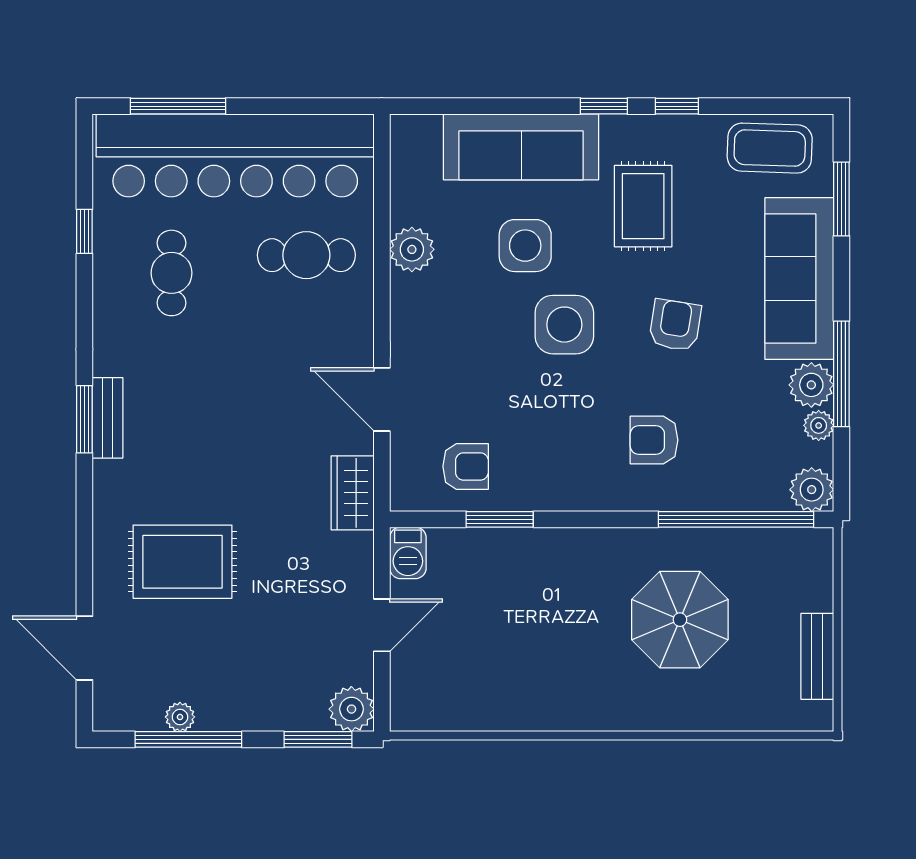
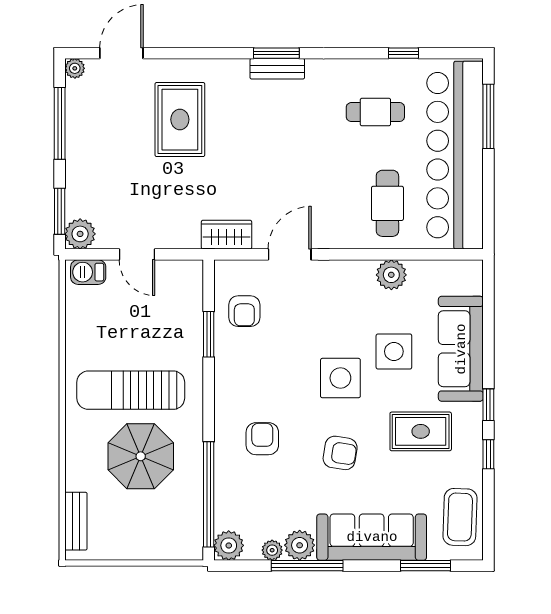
barbecue: (408, 553) -> (88, 272), moved
sun lounger: (582, 634) -> (131, 390), added
bench: (817, 656) -> (76, 521), moved, turned 90
plant: (180, 717) -> (75, 68), moved

